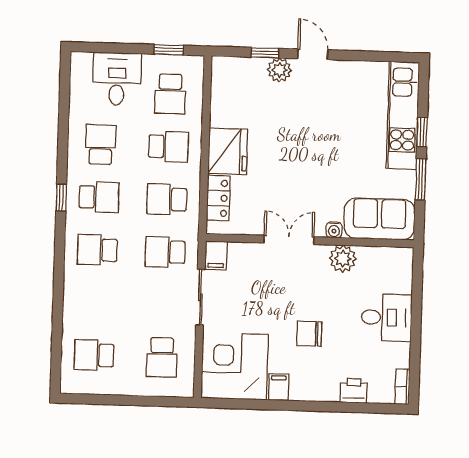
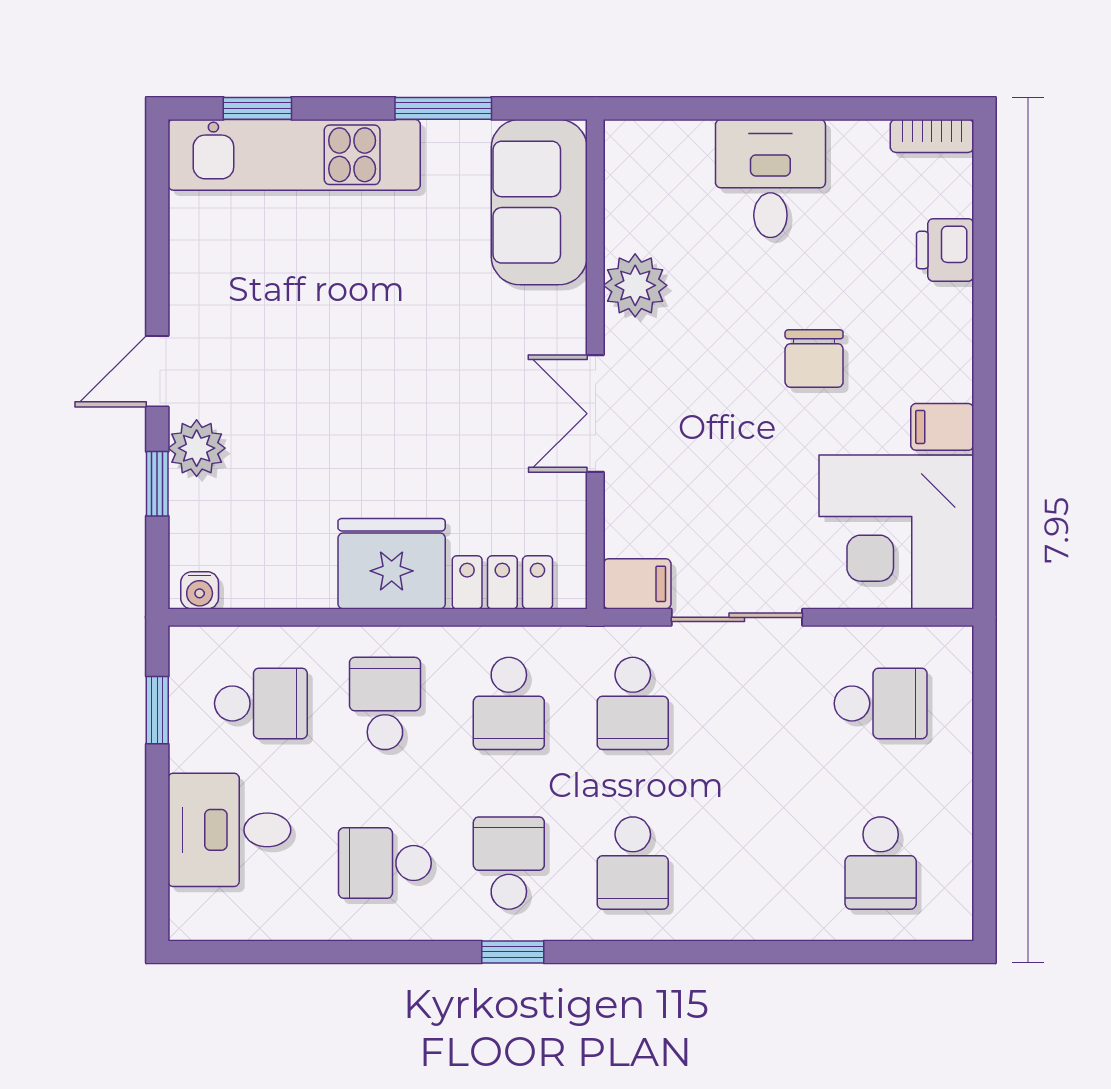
window: (422, 132) -> (257, 108), moved
water cooler: (334, 230) -> (200, 590), moved, turned 90

